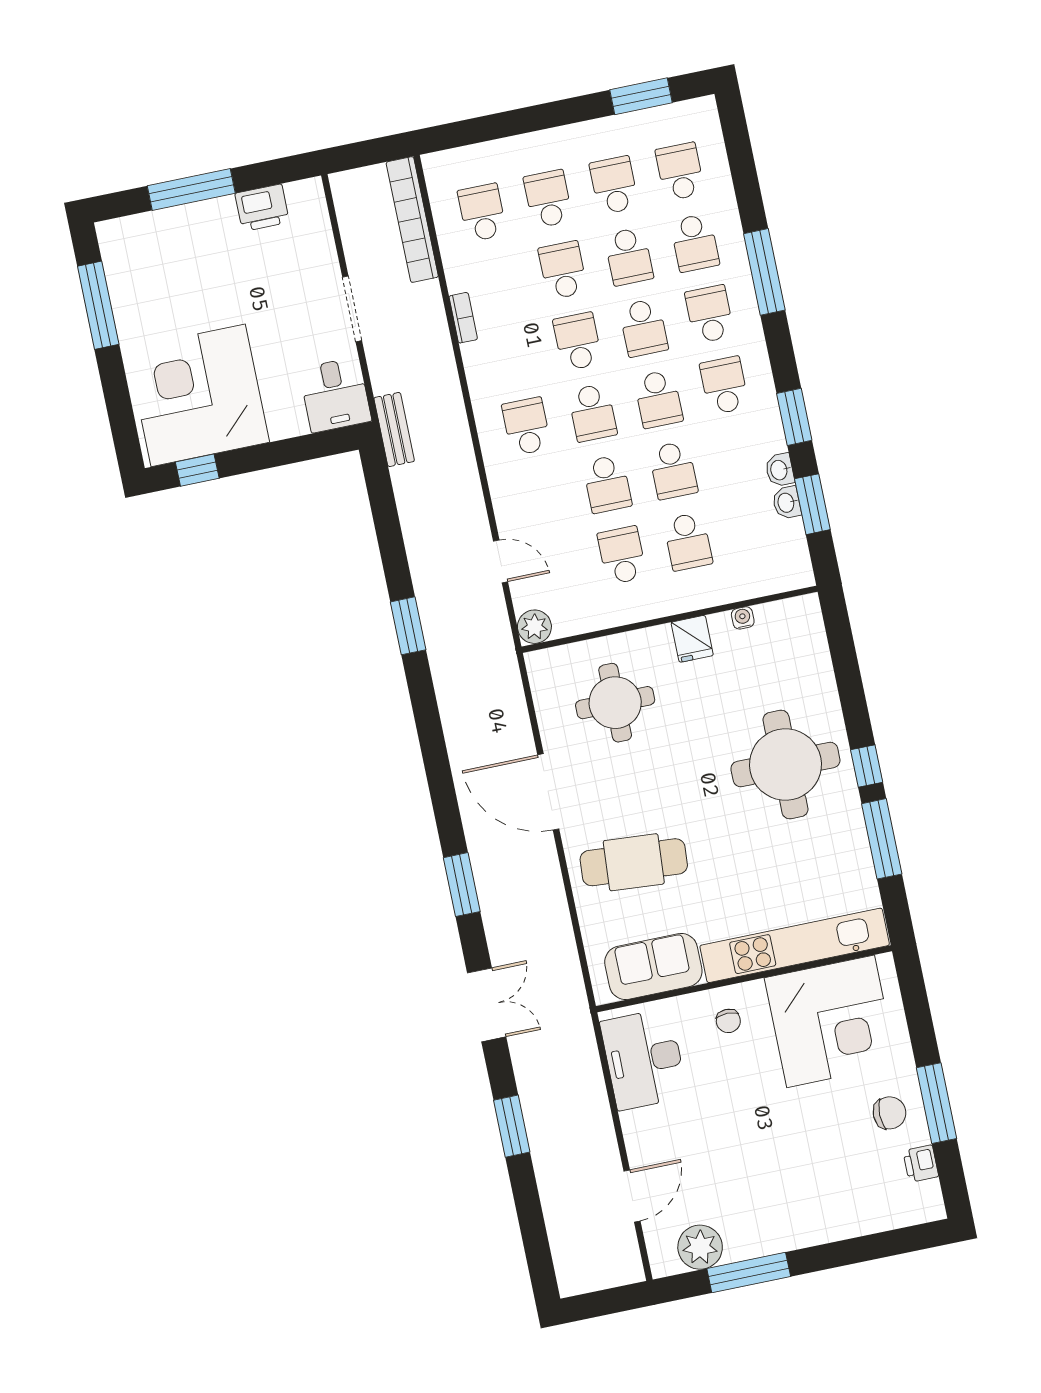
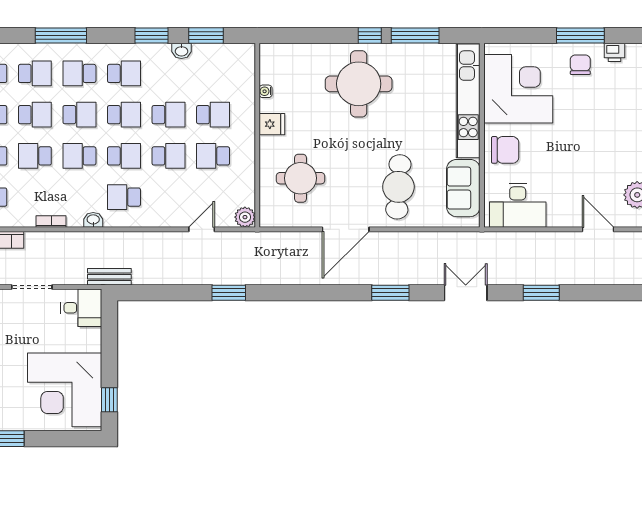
school desk: (724, 385) -> (124, 73), turned 180
washbasin: (787, 503) -> (93, 220), moved, turned 180
chair: (728, 1021) -> (505, 150), width x1.87, depth x1.87

